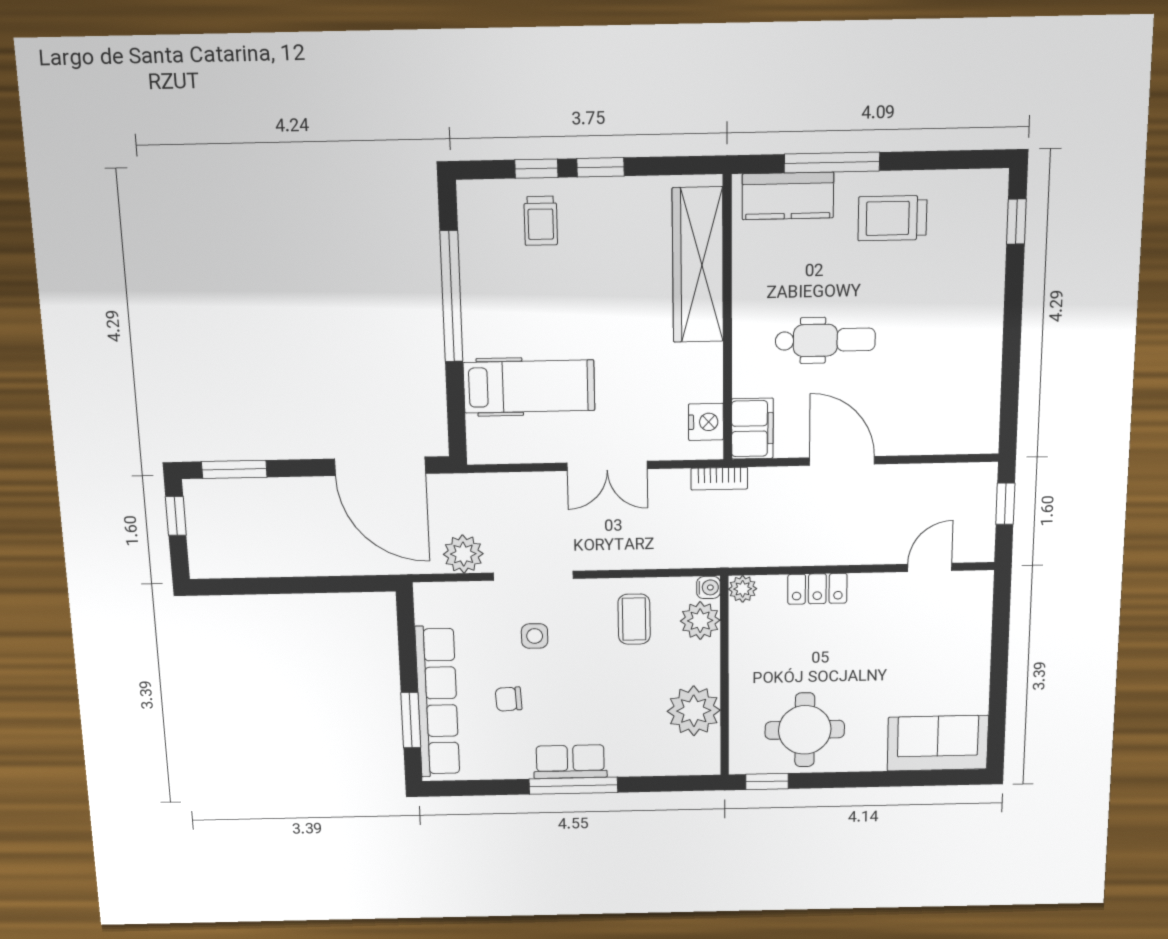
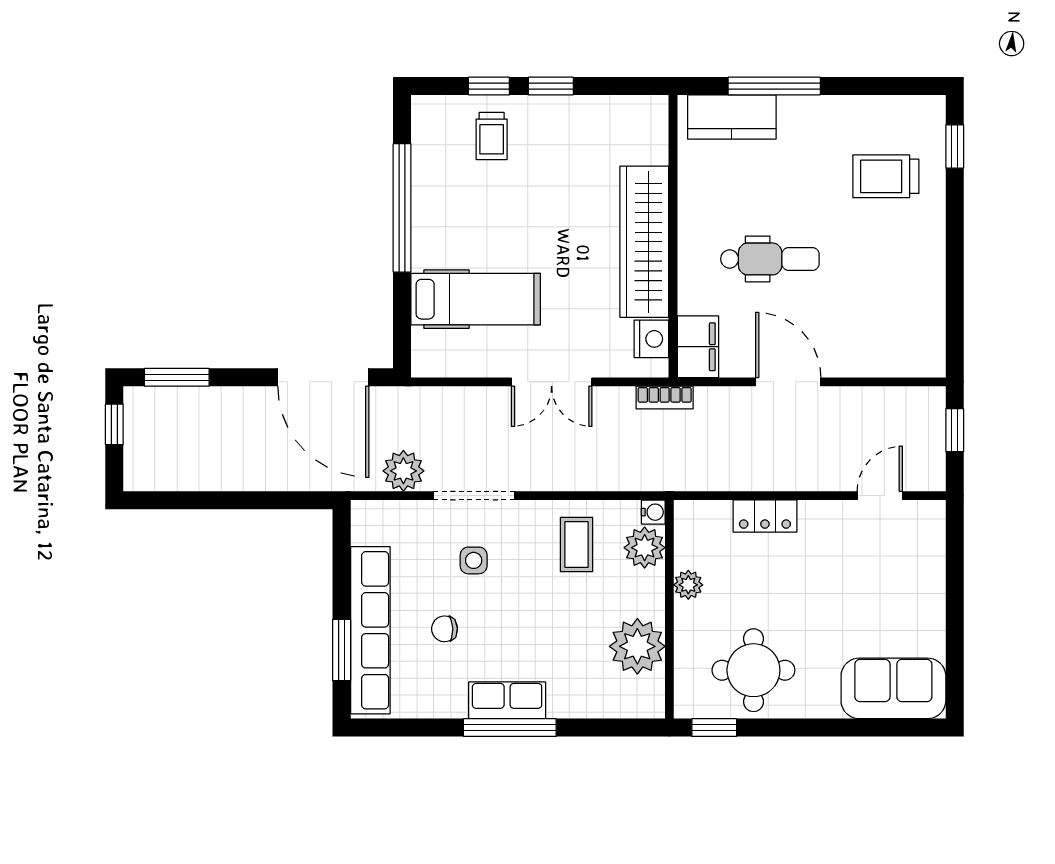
trolley: (892, 218) -> (886, 176), moved
wardrobe: (698, 265) -> (644, 242), moved
plant: (743, 589) -> (688, 585), moved

